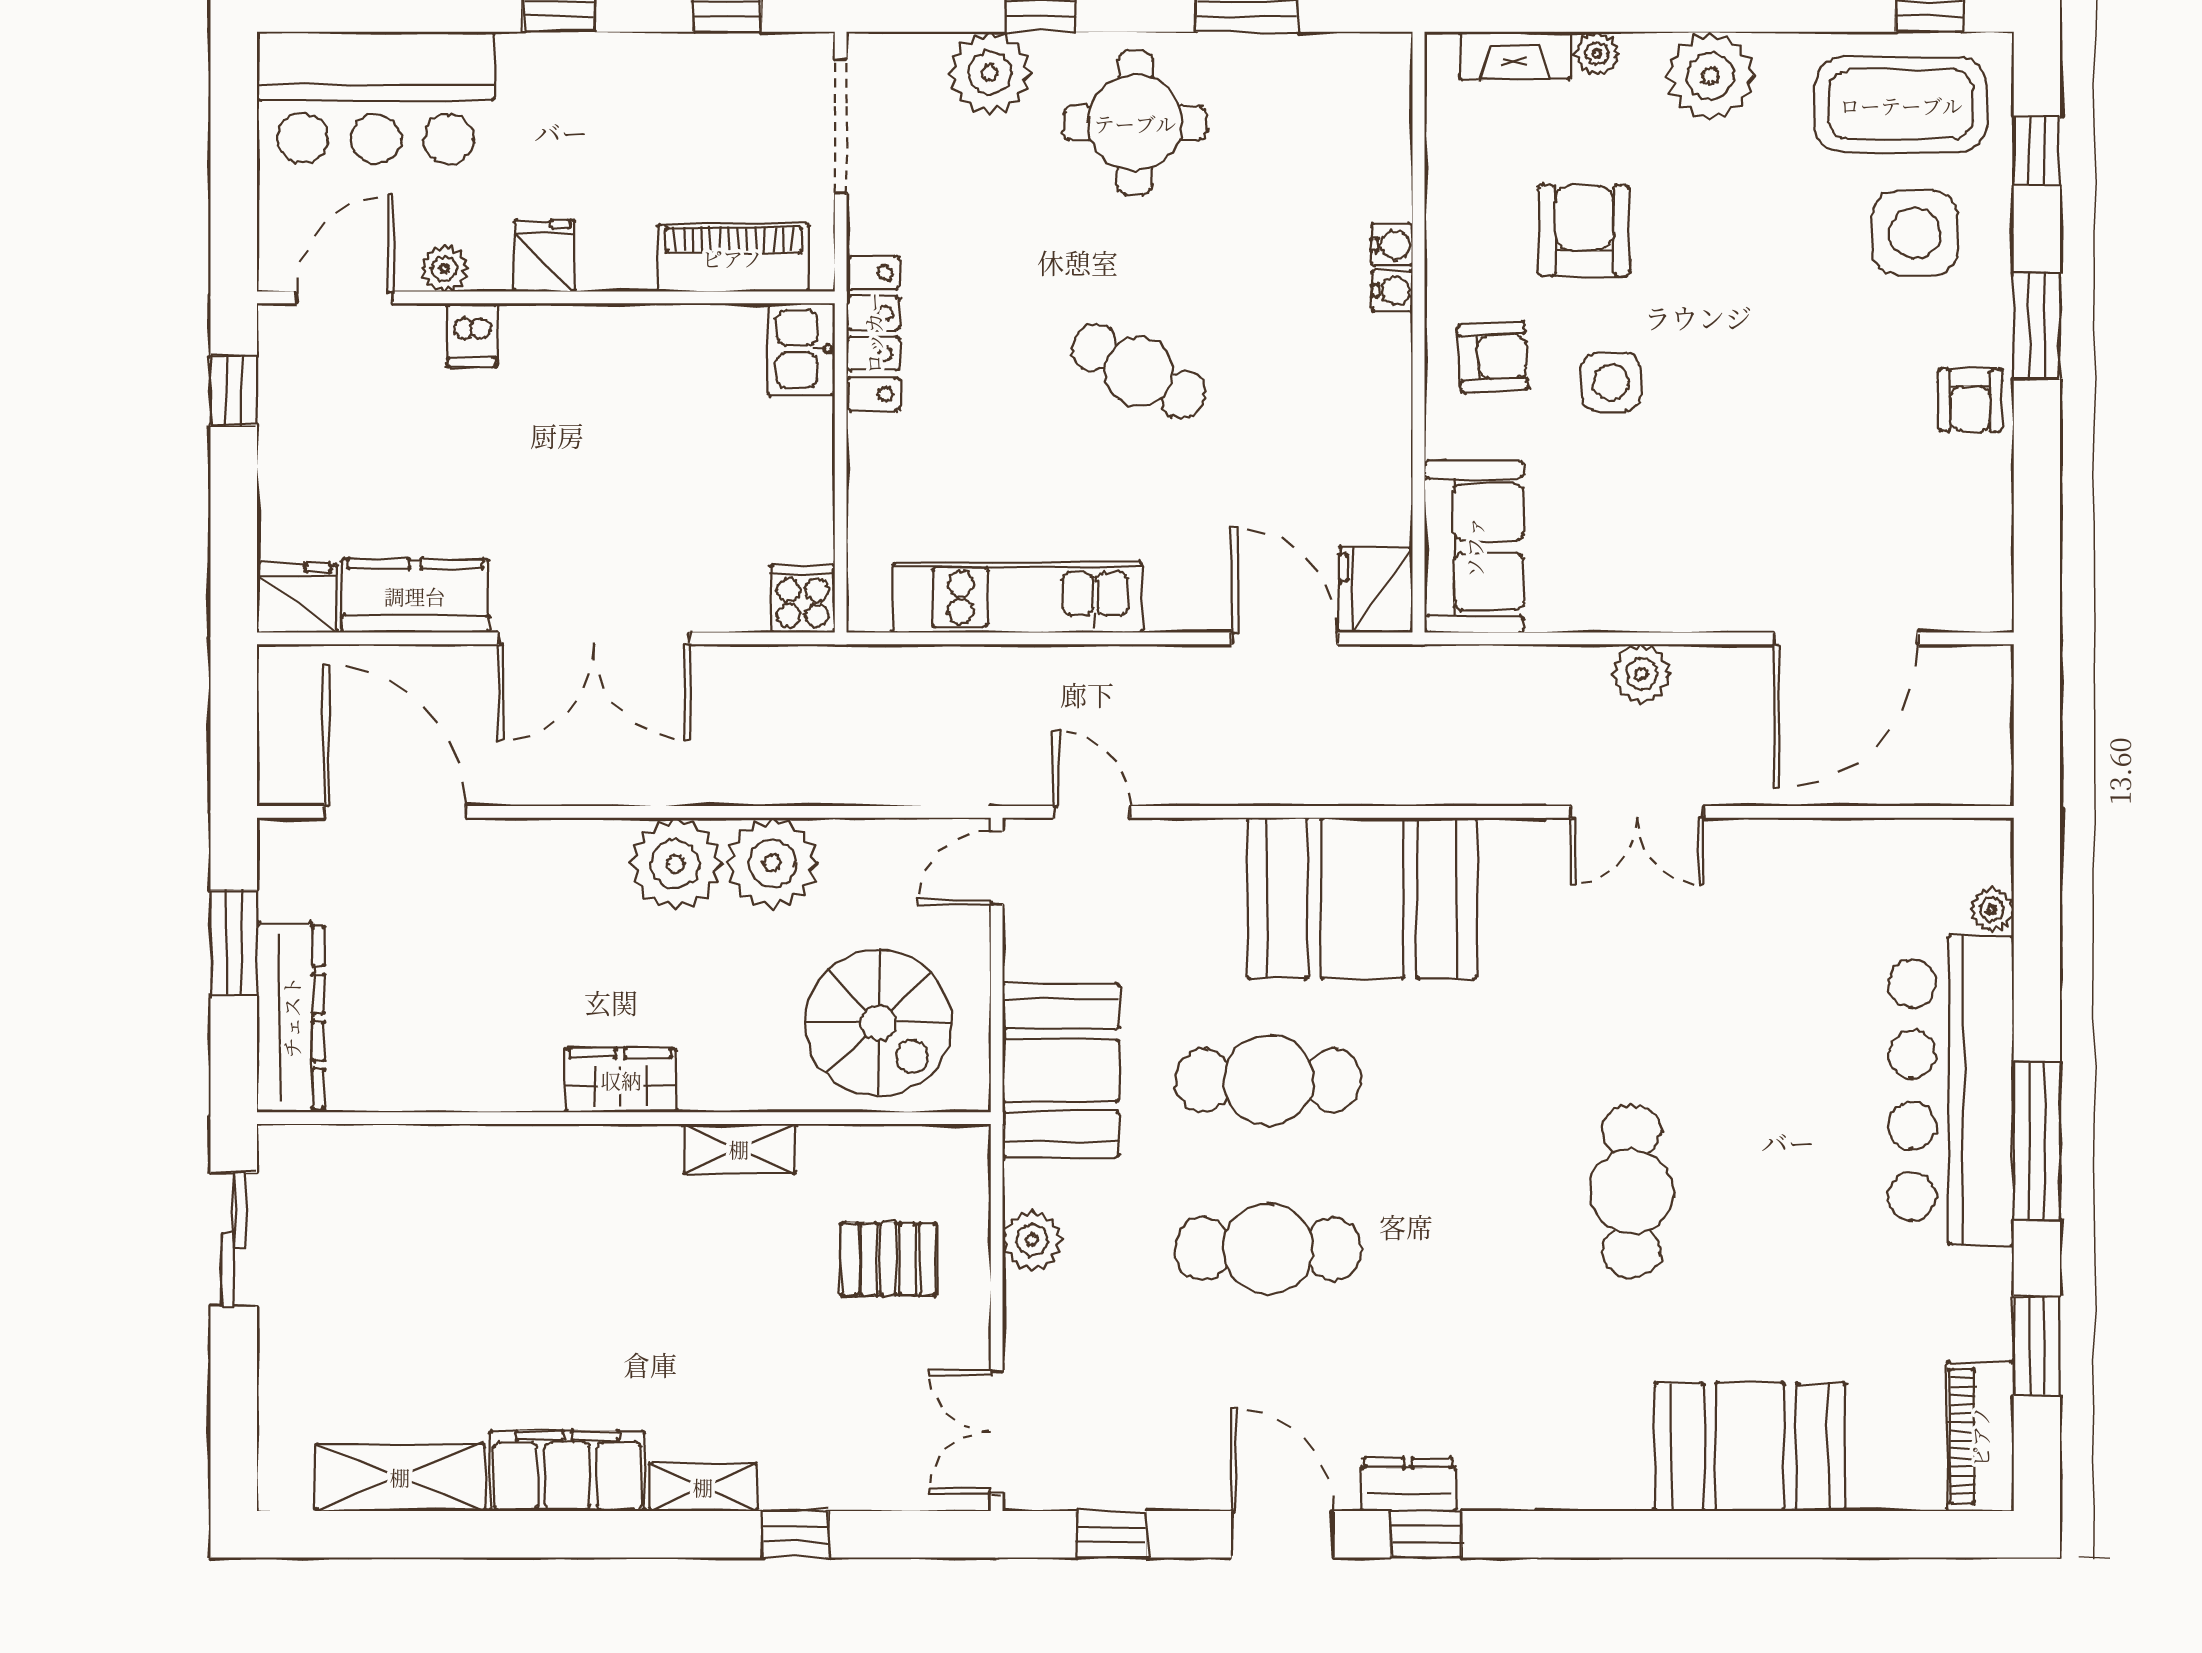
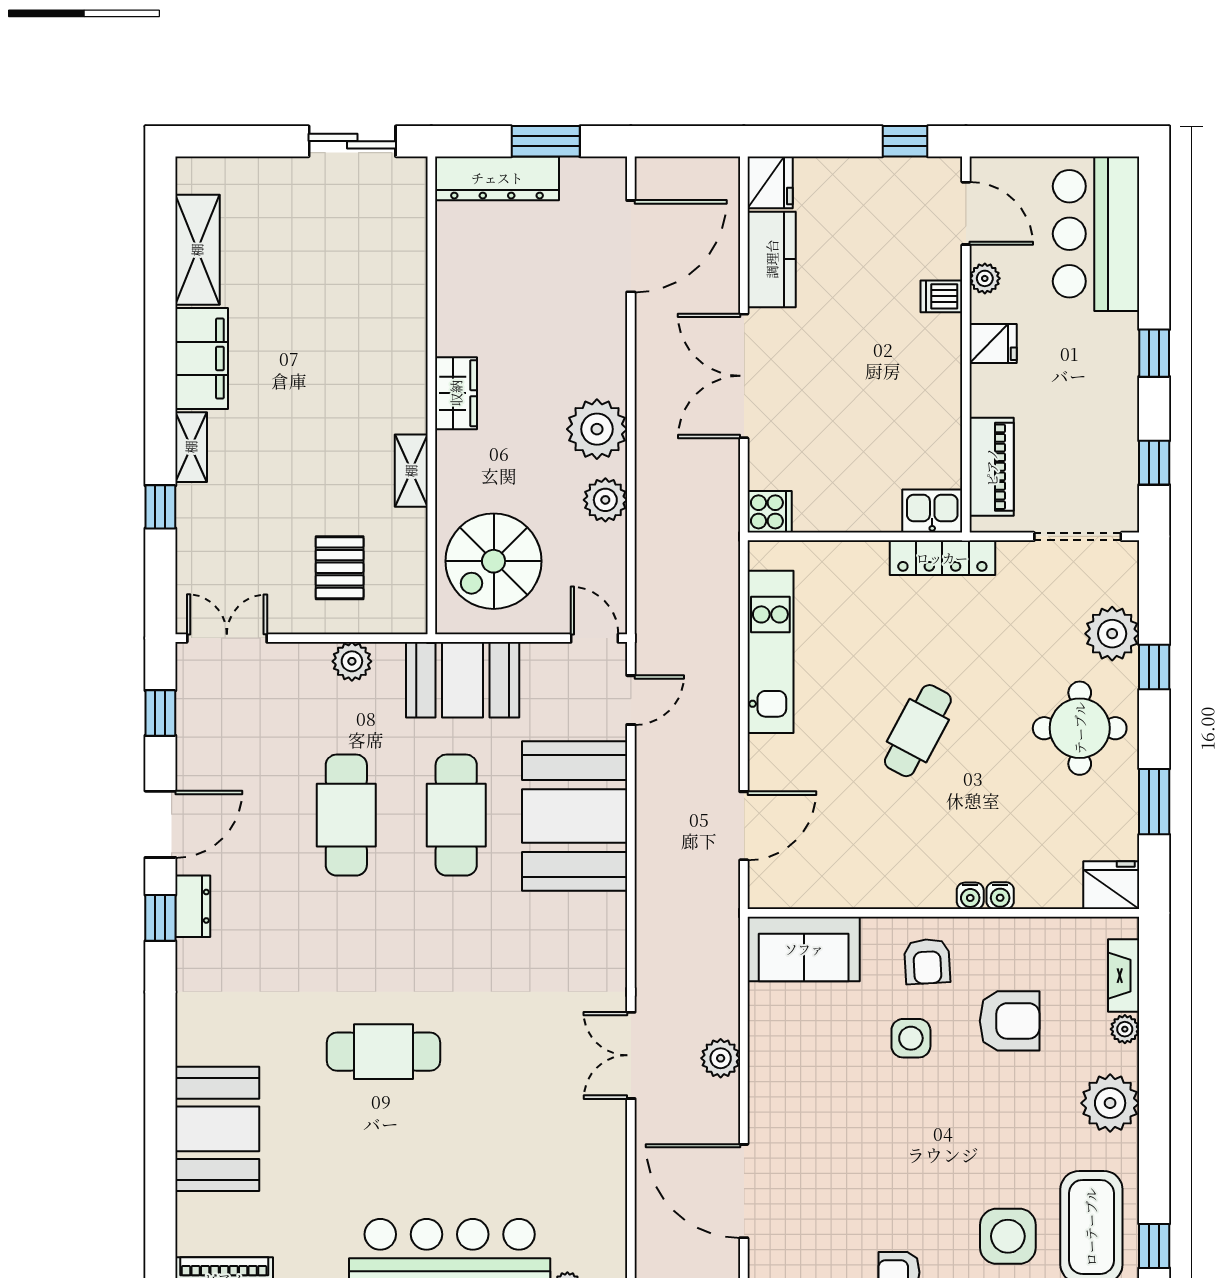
fridge: (1376, 590) -> (1111, 885), moved
plant: (772, 863) -> (605, 500), width x0.73, depth x0.73
booth: (1362, 898) -> (575, 816), moved

